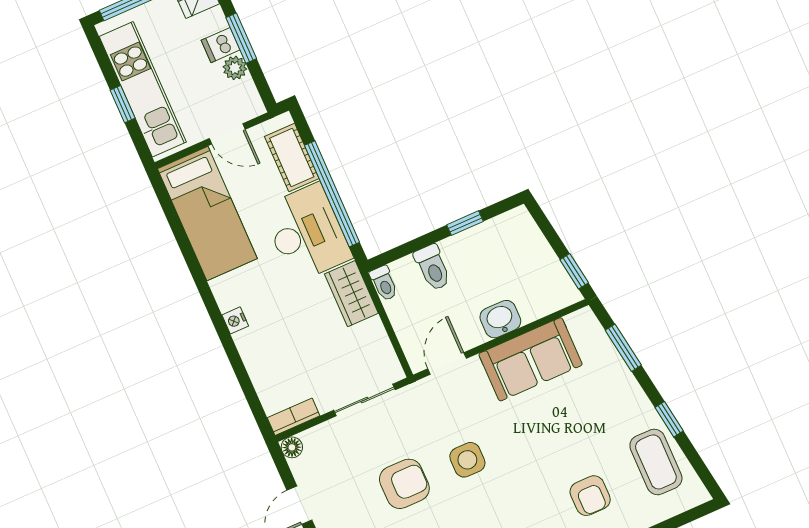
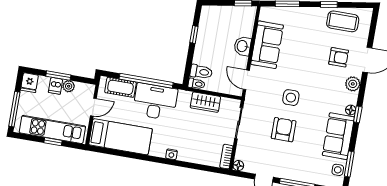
toilet: (433, 268) -> (201, 72), moved
wardrobe: (351, 294) -> (205, 102), moved

